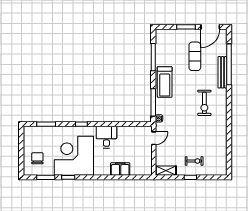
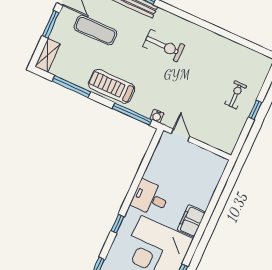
treadmill: (165, 82) -> (112, 86), turned 180
filing cabinet: (120, 169) -> (191, 221), moved
shelving: (166, 171) -> (48, 55), moved

